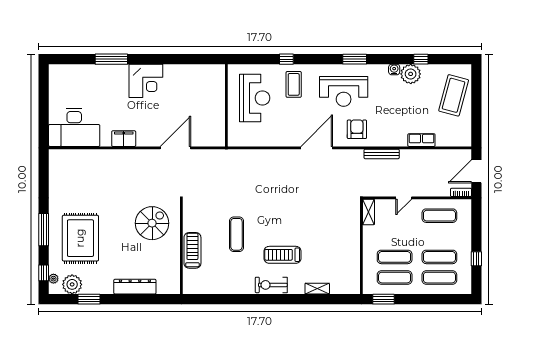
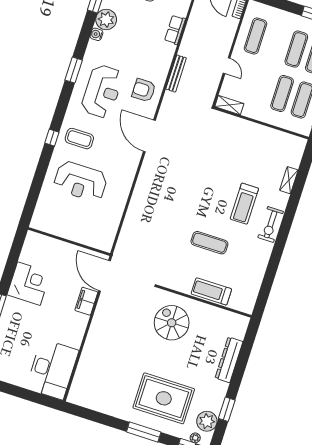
reception desk: (255, 98) -> (80, 181), turned 180
wall: (226, 105) -> (69, 242), moved
filing cabinet: (124, 139) -> (86, 301), moved

